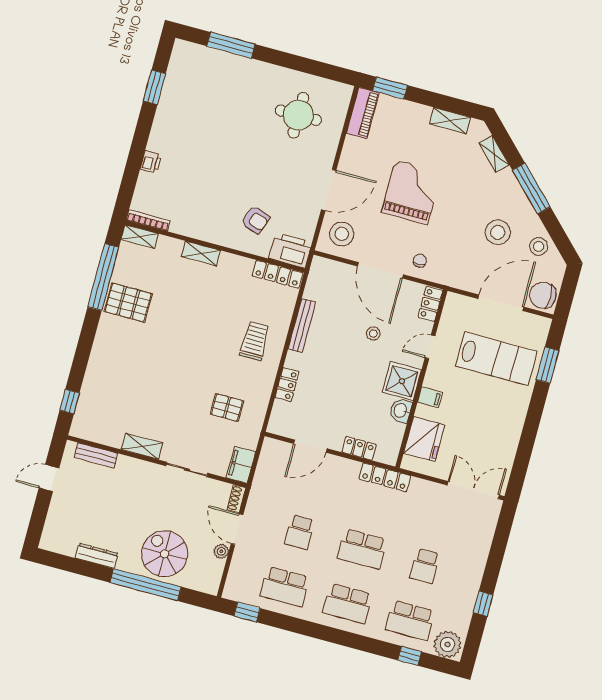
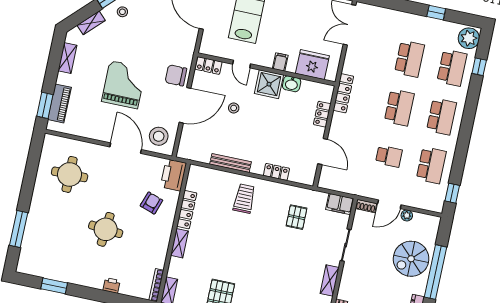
piano: (363, 113) -> (59, 103), moved, turned 90
round table: (224, 158) -> (106, 229), added
grand piano: (411, 192) -> (124, 85), turned 90
stool: (498, 232) -> (122, 12), moved, width x0.53, depth x0.53
chair: (420, 261) -> (176, 75), width x1.87, depth x1.87
locker: (278, 274) -> (187, 210), moved
trolley: (255, 341) -> (244, 199), turned 90
school desk: (425, 566) -> (410, 59), width x1.85

